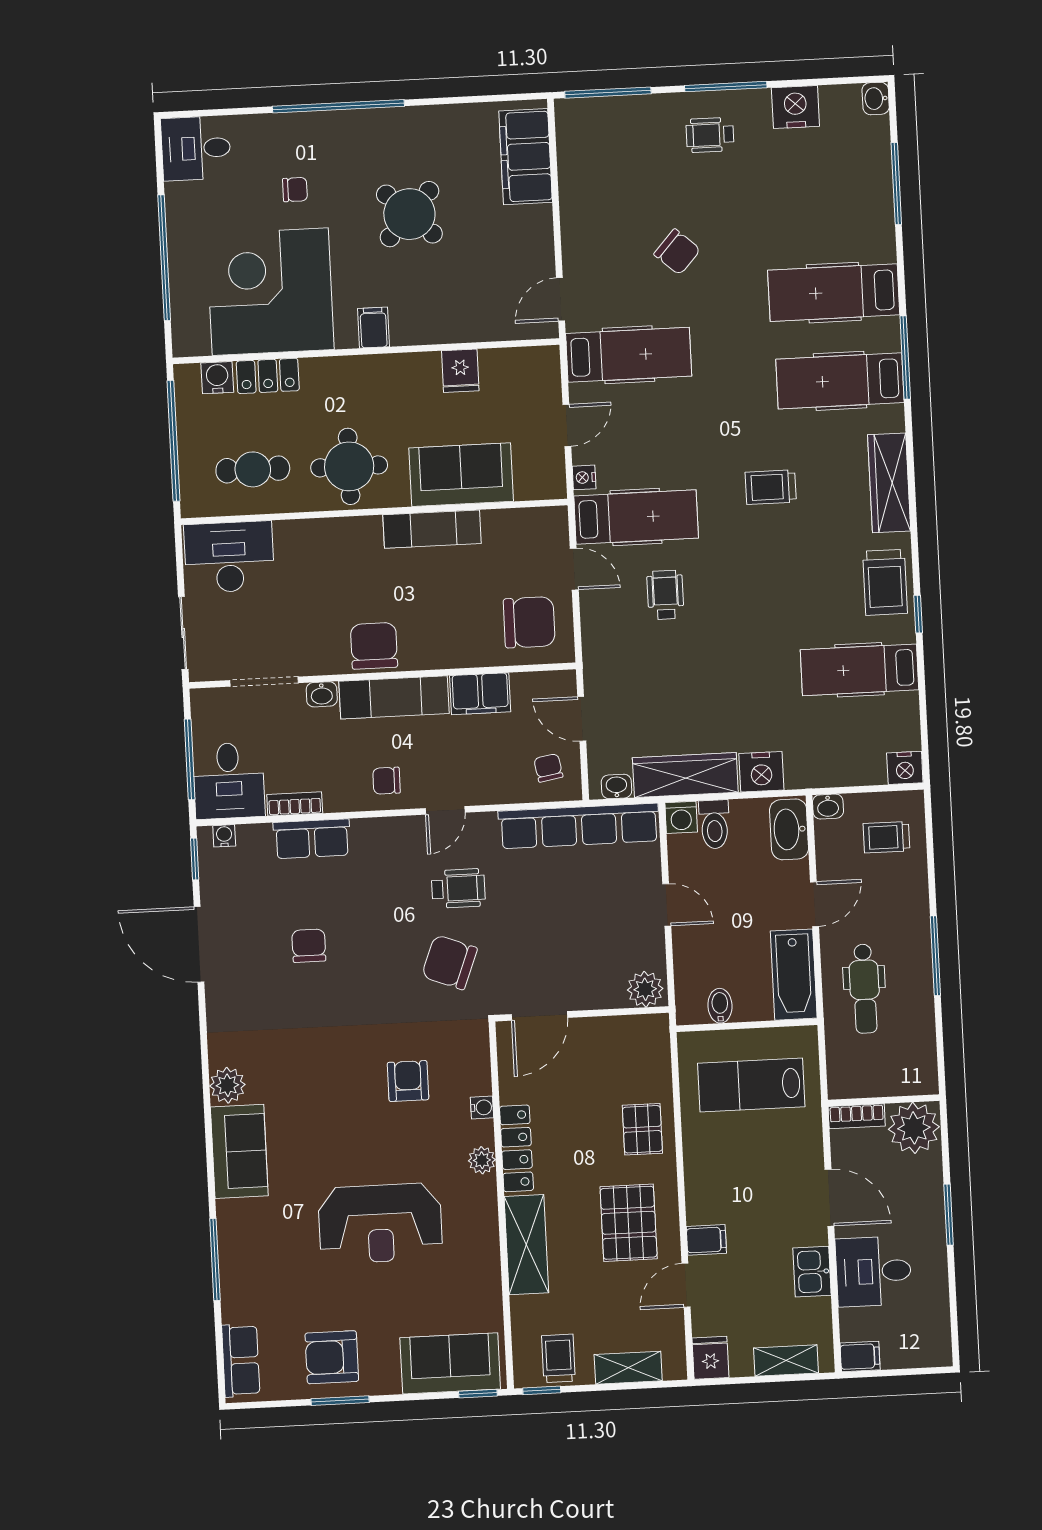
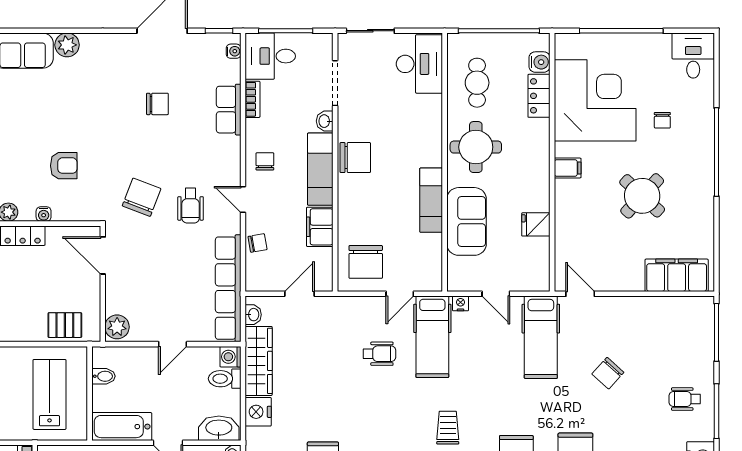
wheelchair: (710, 135) -> (685, 399), turned -90
chair: (548, 768) -> (258, 243), moved
pallet: (642, 1129) -> (65, 325), moved

